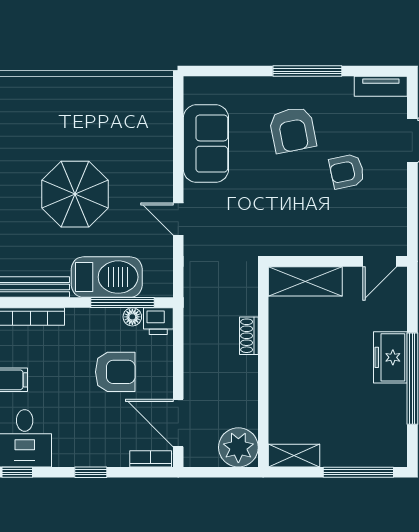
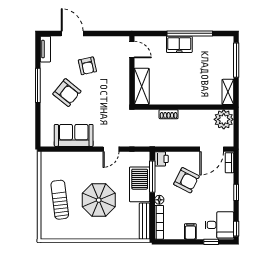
sun lounger: (76, 115) -> (60, 200), added
armchair: (293, 130) -> (67, 93), turned 50
floor lamp: (132, 317) -> (159, 200), moved
armchair: (115, 372) -> (186, 180), turned 117

